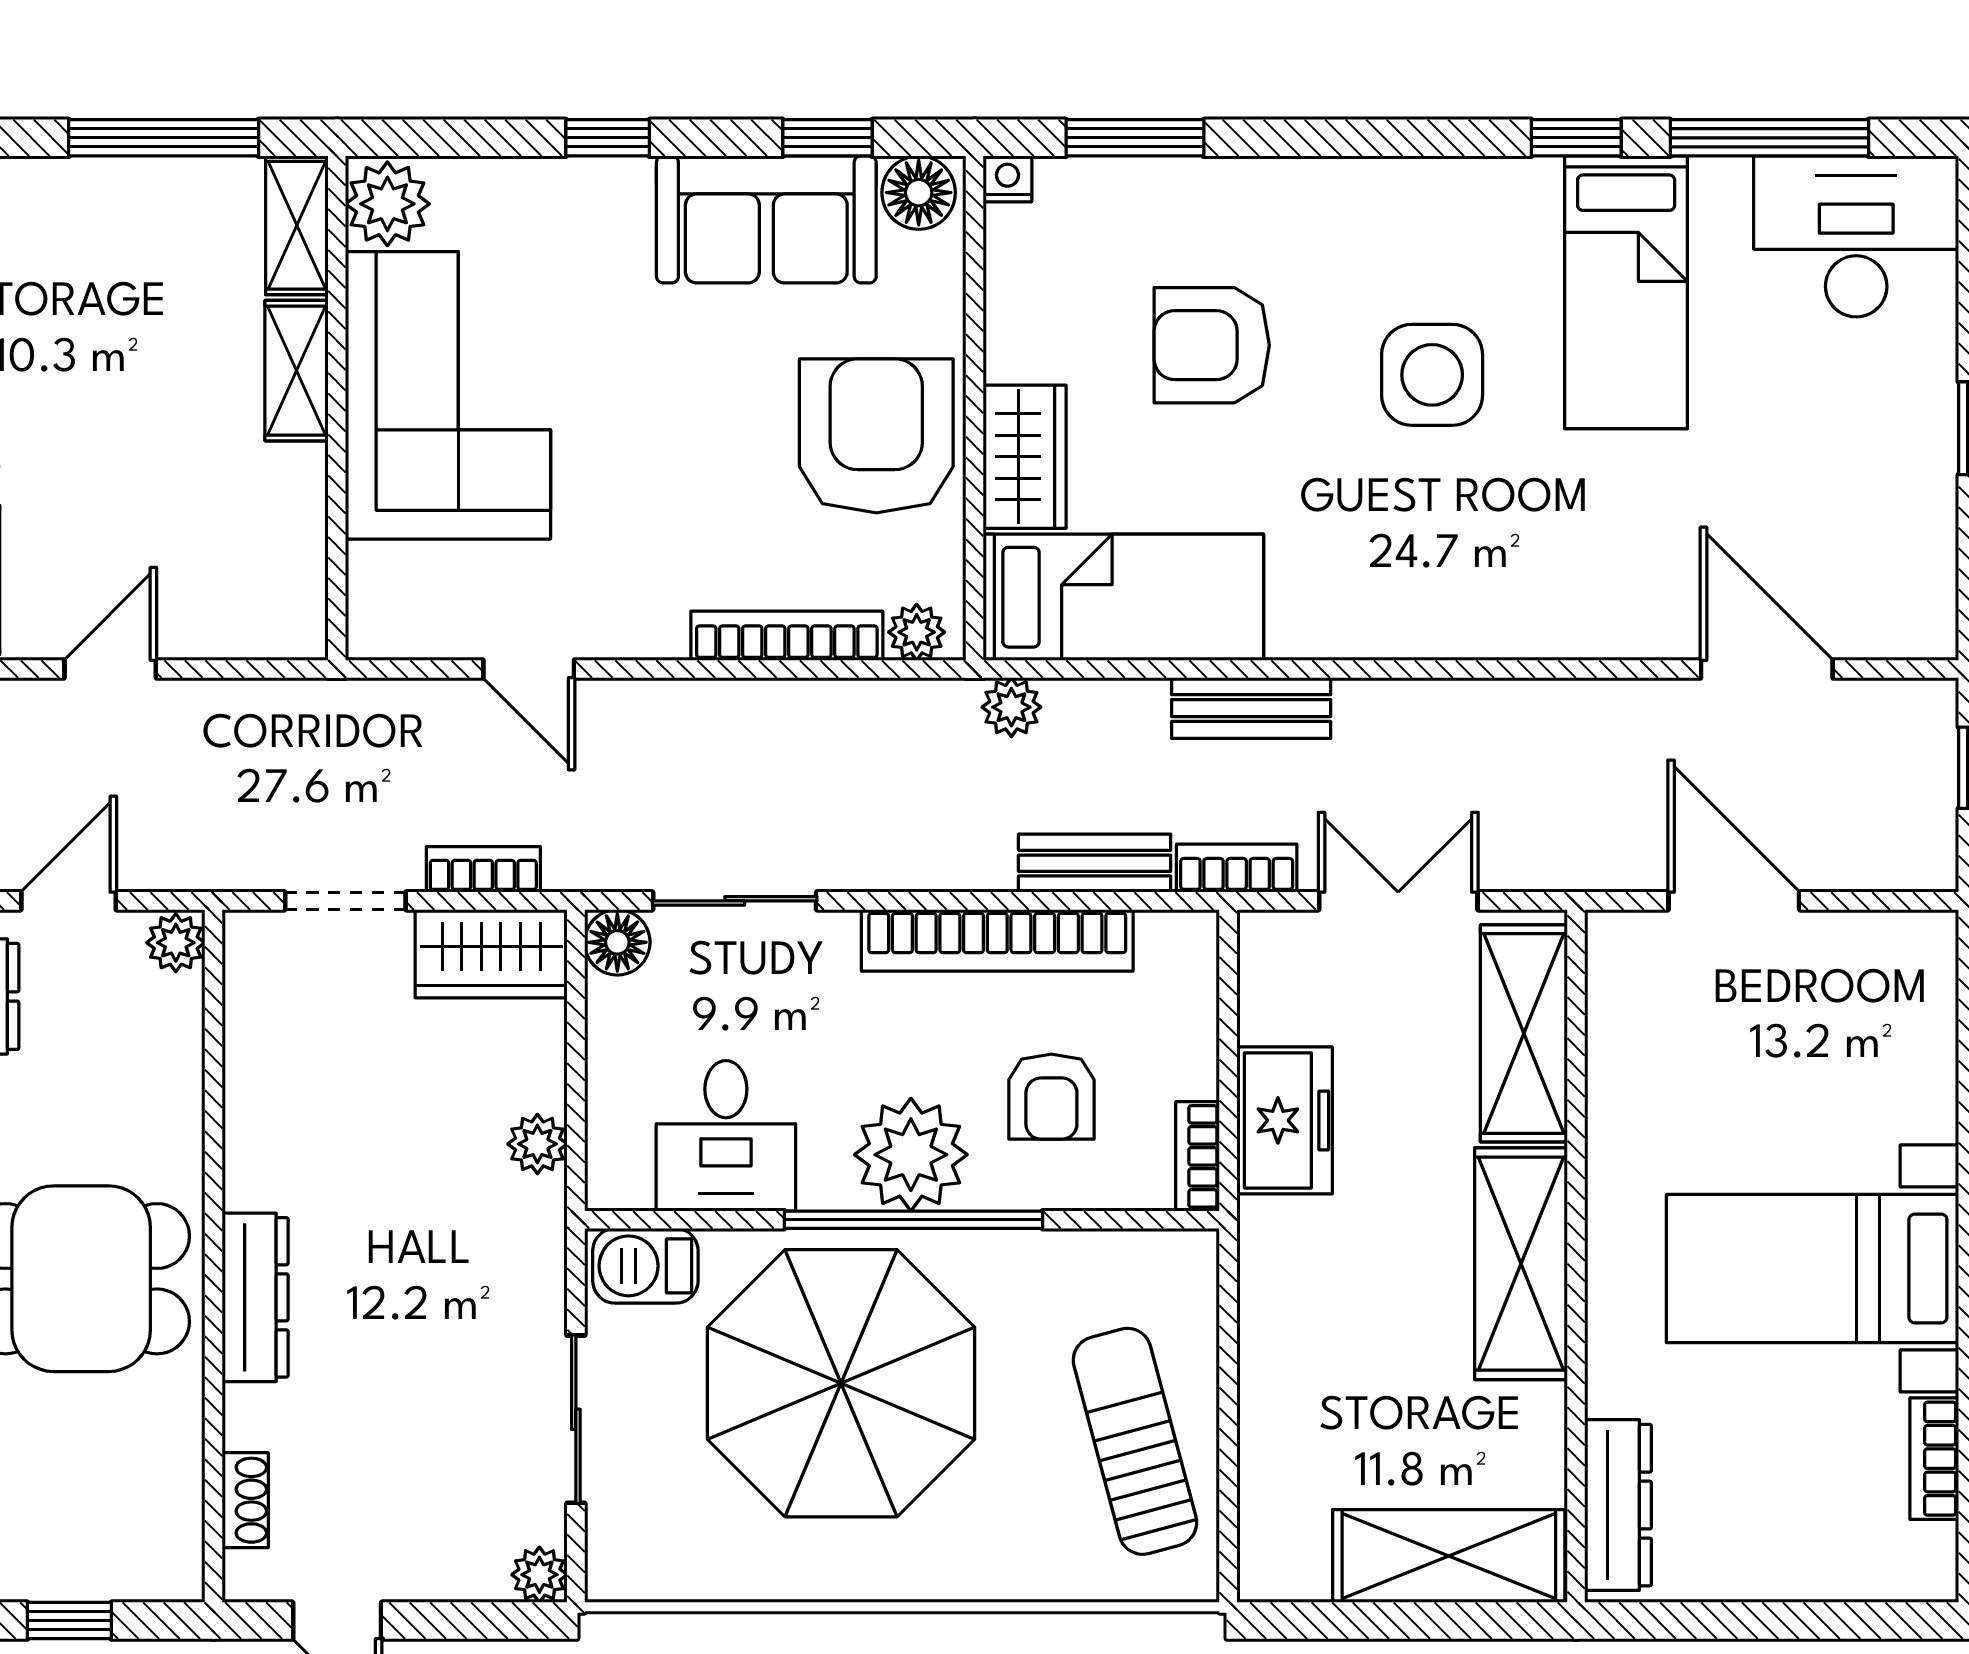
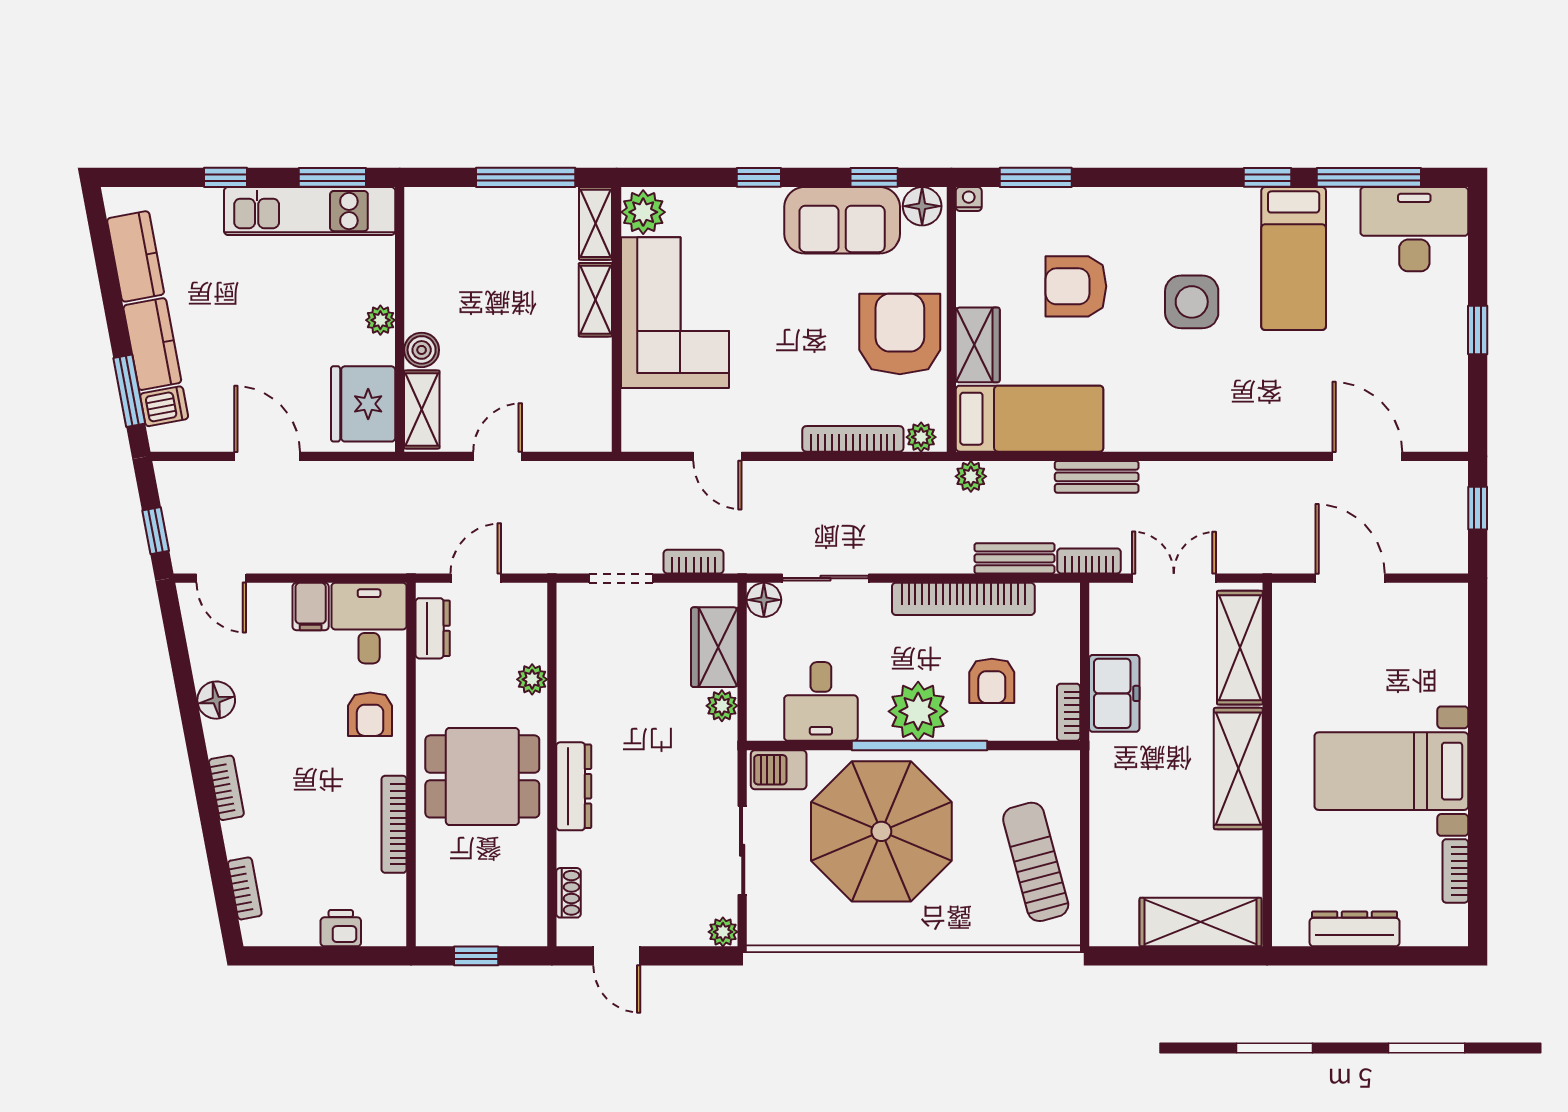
plant: (176, 943) -> (532, 679), moved
wardrobe: (491, 954) -> (714, 647), moved, turned 90
dresser: (1618, 1505) -> (1355, 929), moved, turned -90

